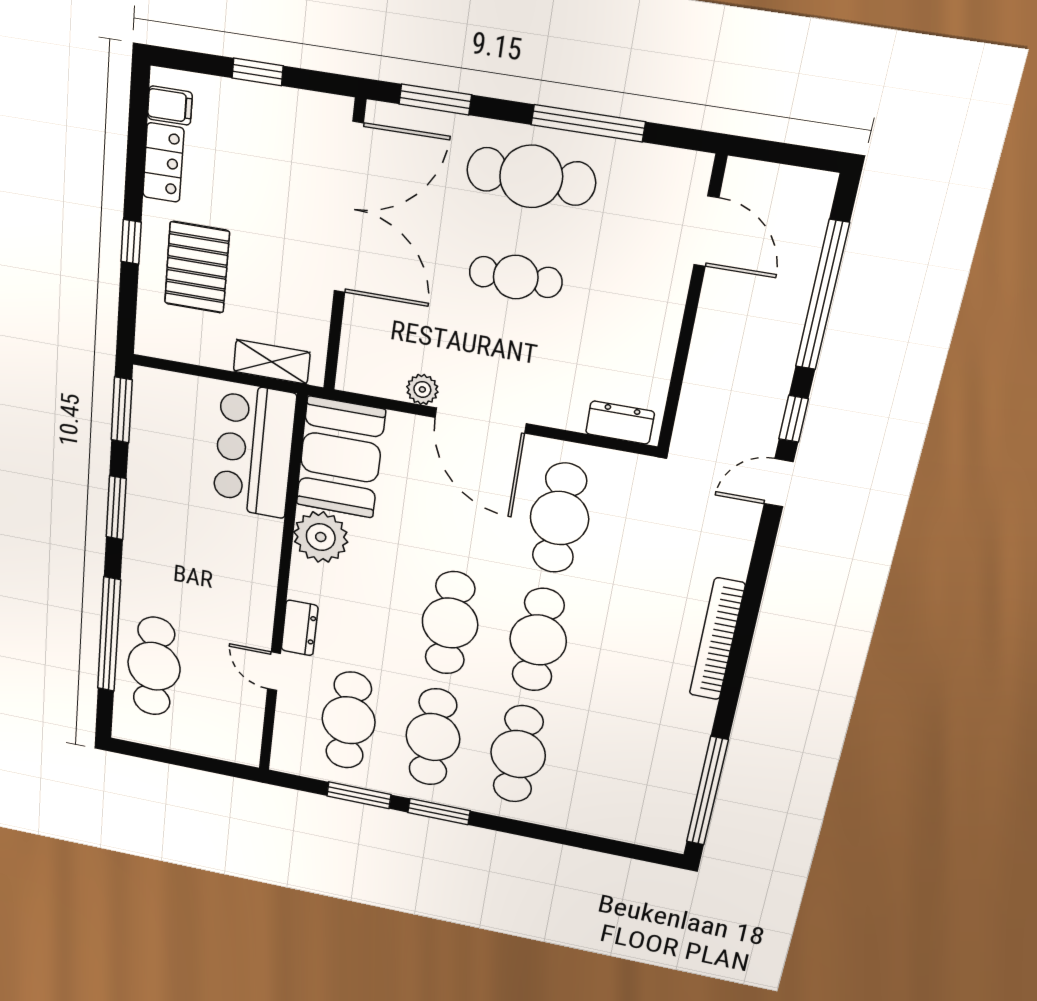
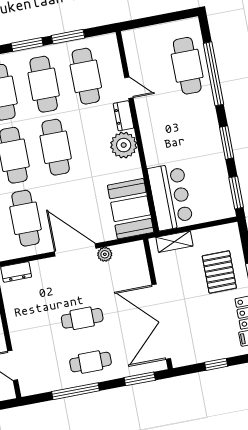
cafe table: (531, 176) -> (91, 362), width x0.73, depth x0.74
plant: (321, 537) -> (124, 145), moved

